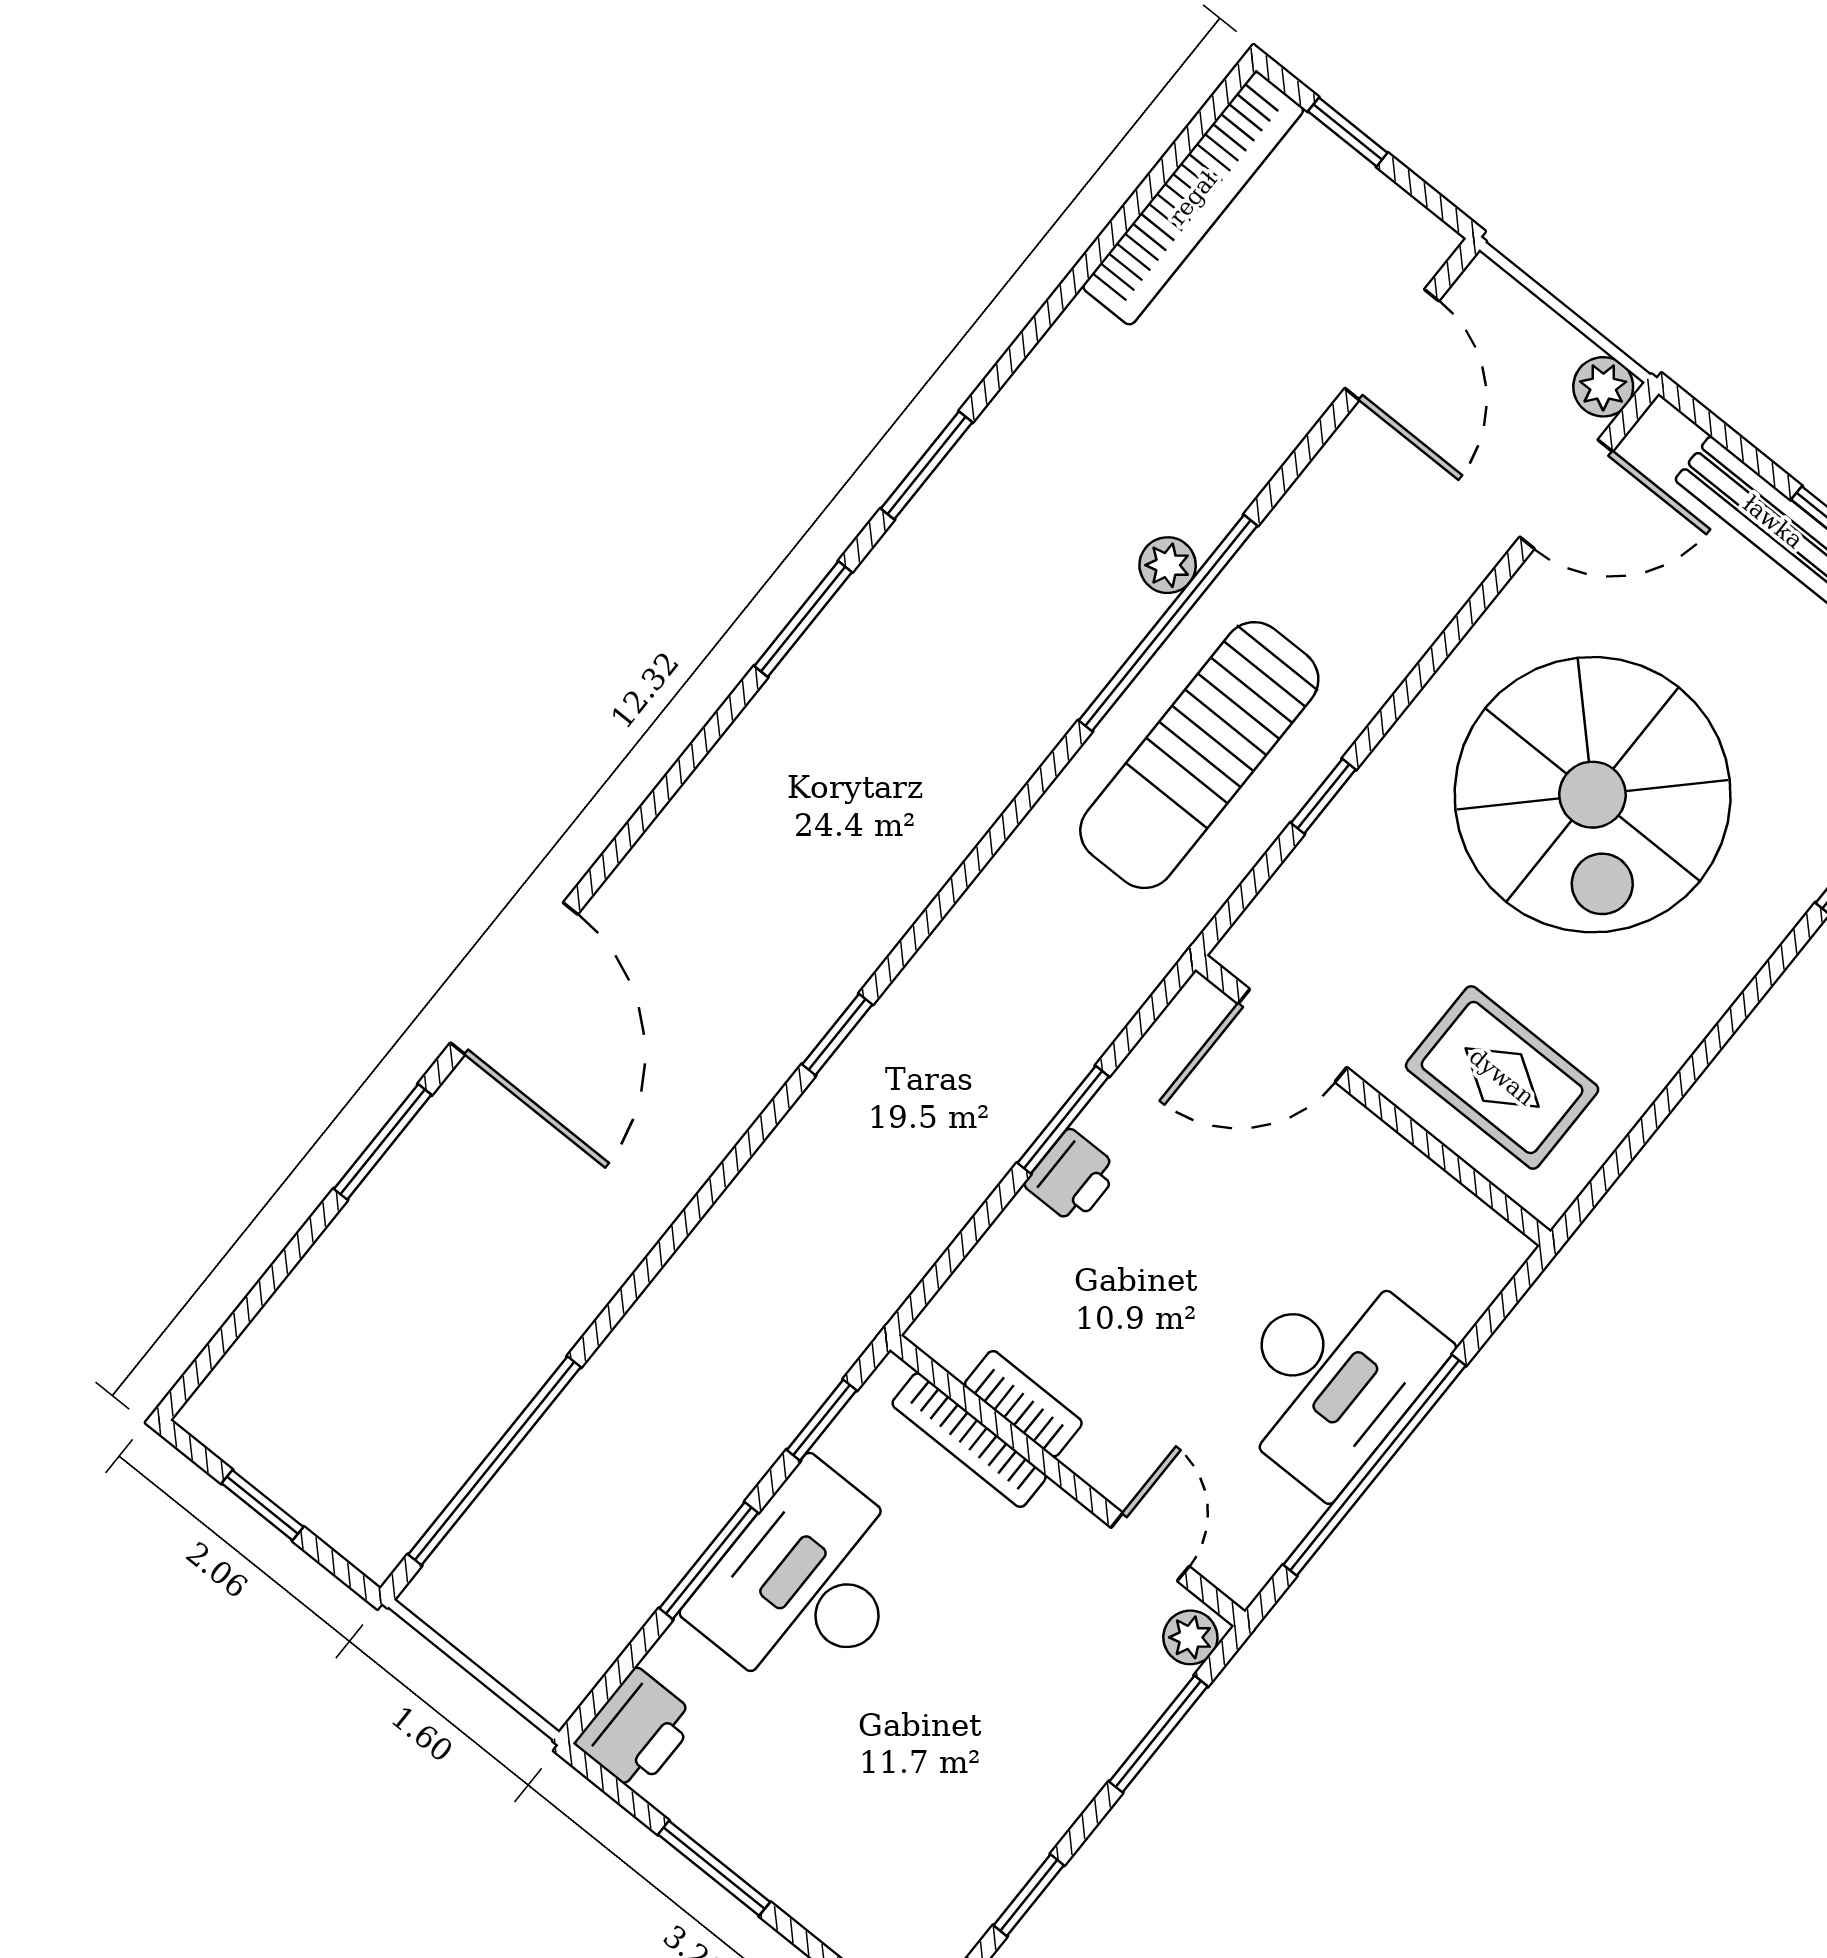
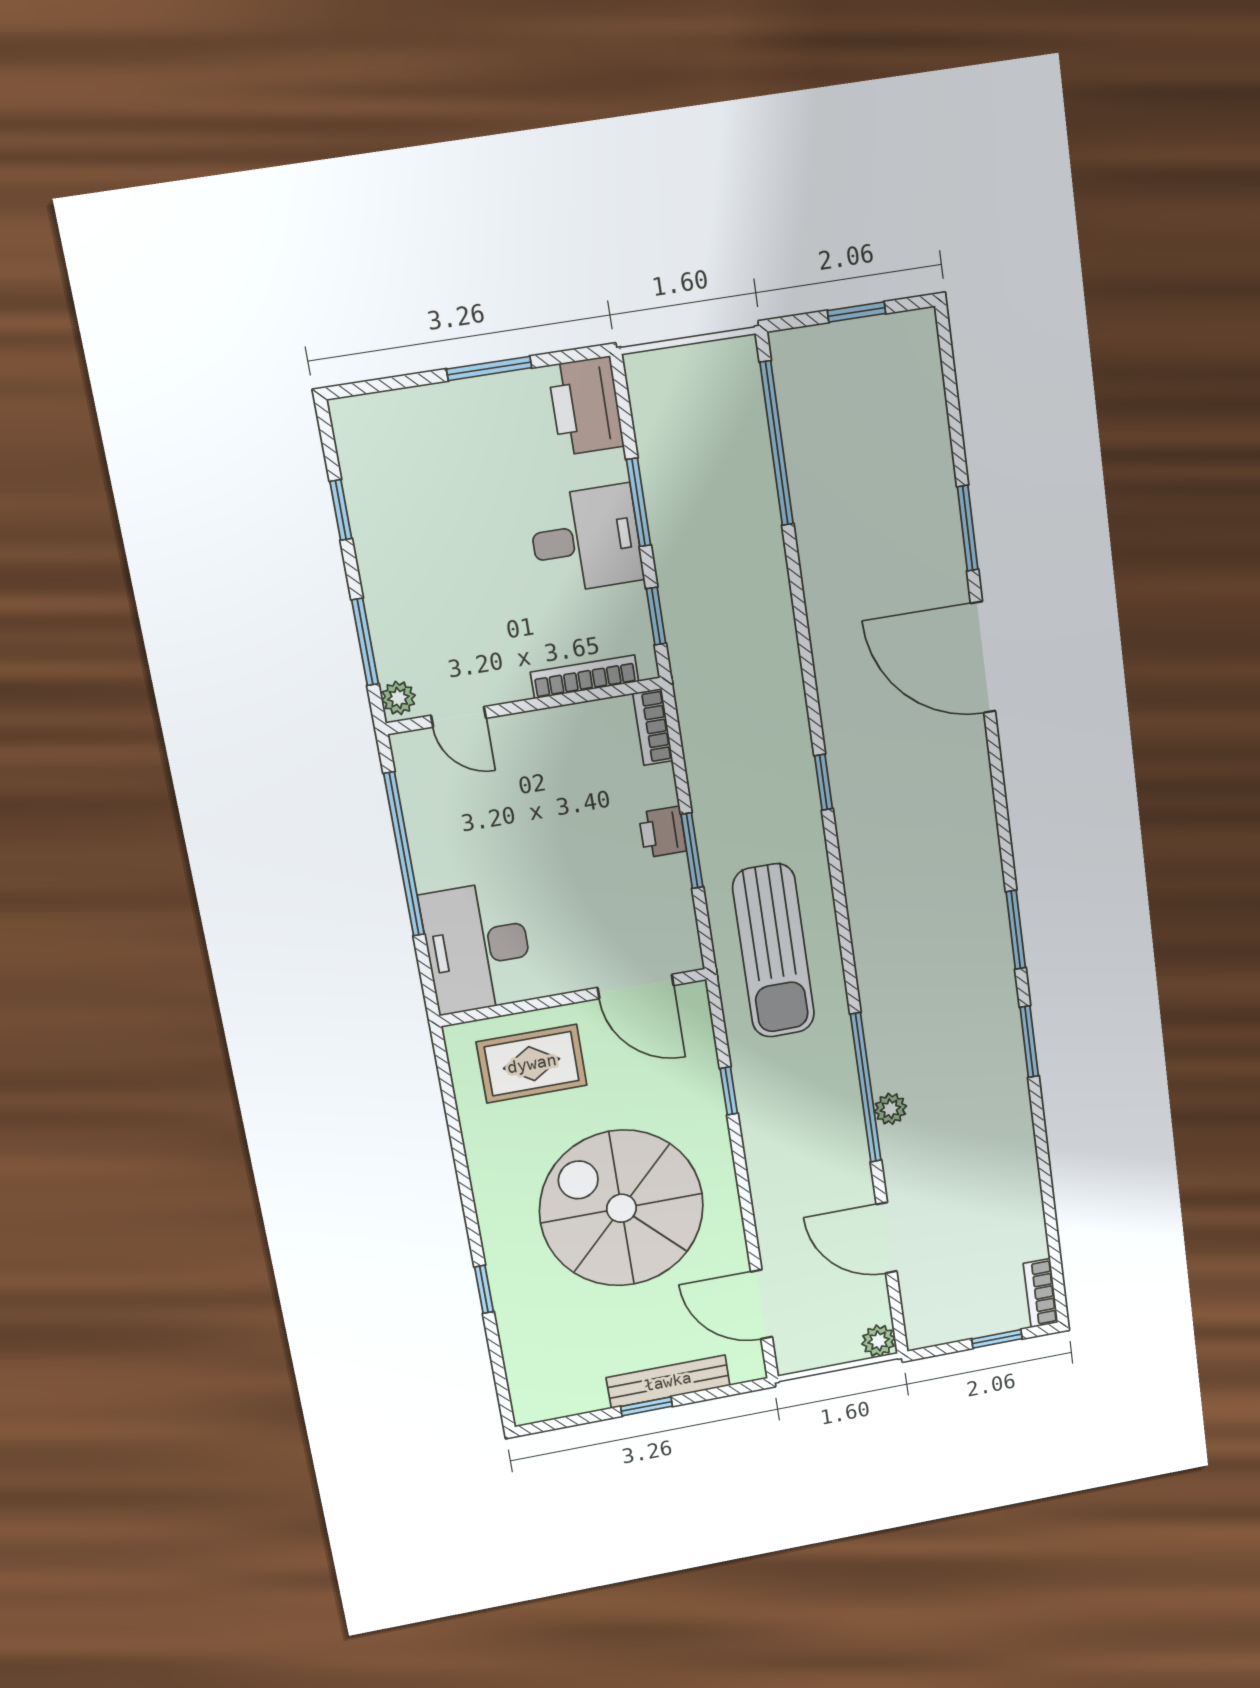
bookcase: (1193, 198) -> (1041, 1293), width x0.43, depth x0.76
door: (1392, 345) -> (887, 1238), moved
plant: (1603, 387) -> (879, 1341), moved
door: (1566, 494) -> (761, 1304), hinge flipped
sun lounger: (1199, 755) -> (774, 951), moved, turned 180
door: (1292, 1036) -> (636, 987), swing flipped
desk: (1332, 1376) -> (477, 947), moved
bookcase: (1023, 1404) -> (653, 727), moved, turned 90
desk: (807, 1584) -> (586, 539), width x0.73
printer: (637, 1730) -> (586, 406), width x1.37, depth x1.19

